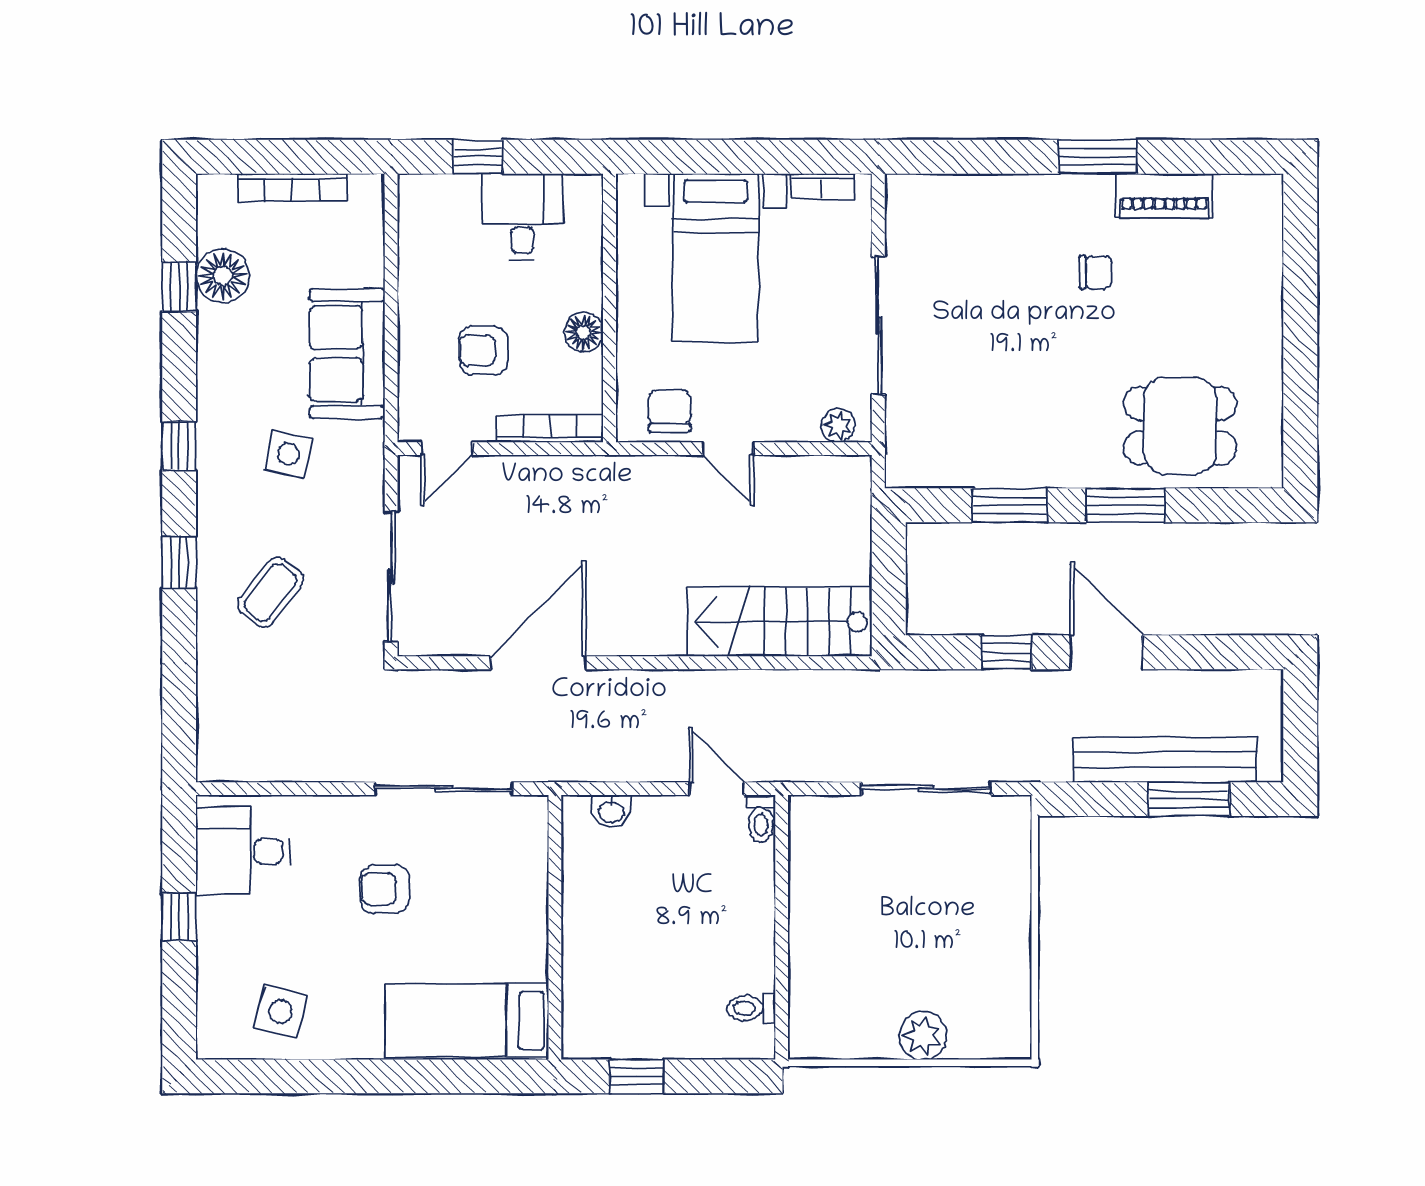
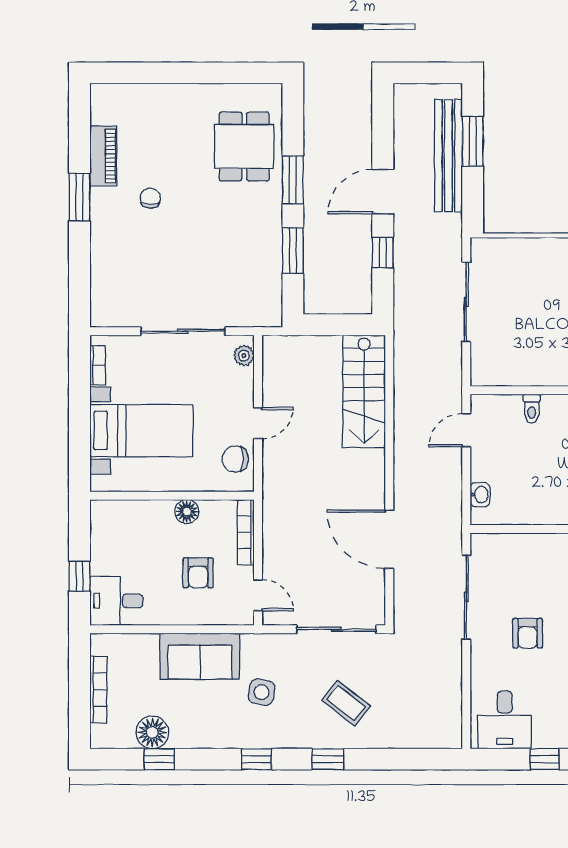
desk: (522, 217) -> (116, 601), moved
toilet: (761, 818) -> (532, 408), moved, turned 90

